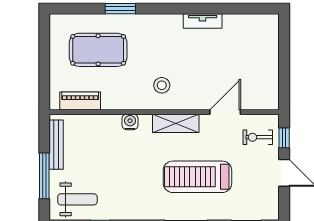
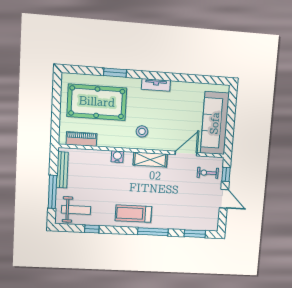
tv unit: (203, 21) -> (156, 85), moved
pool table: (98, 50) -> (97, 102), width x1.36, depth x1.32
sofa: (262, 67) -> (215, 123), added
treadmill: (197, 177) -> (133, 214), moved, width x0.73, depth x0.73

